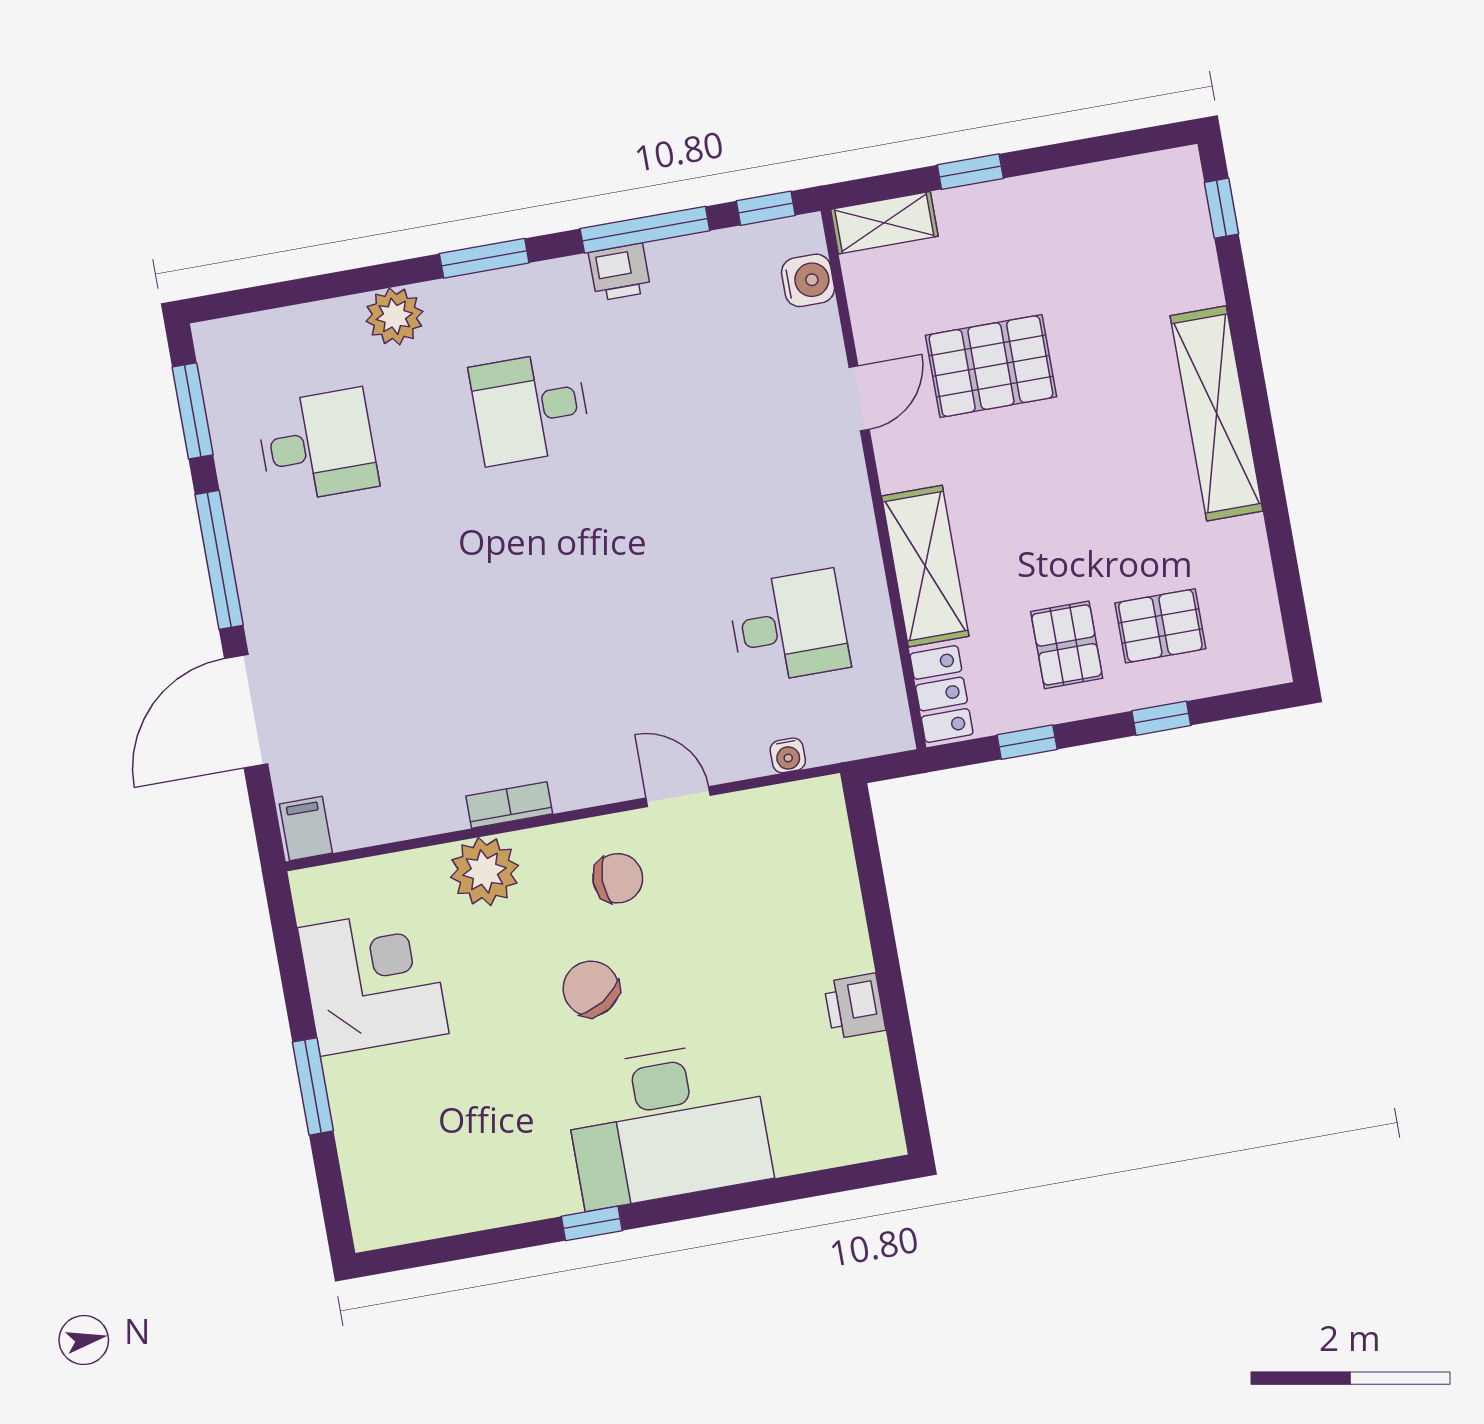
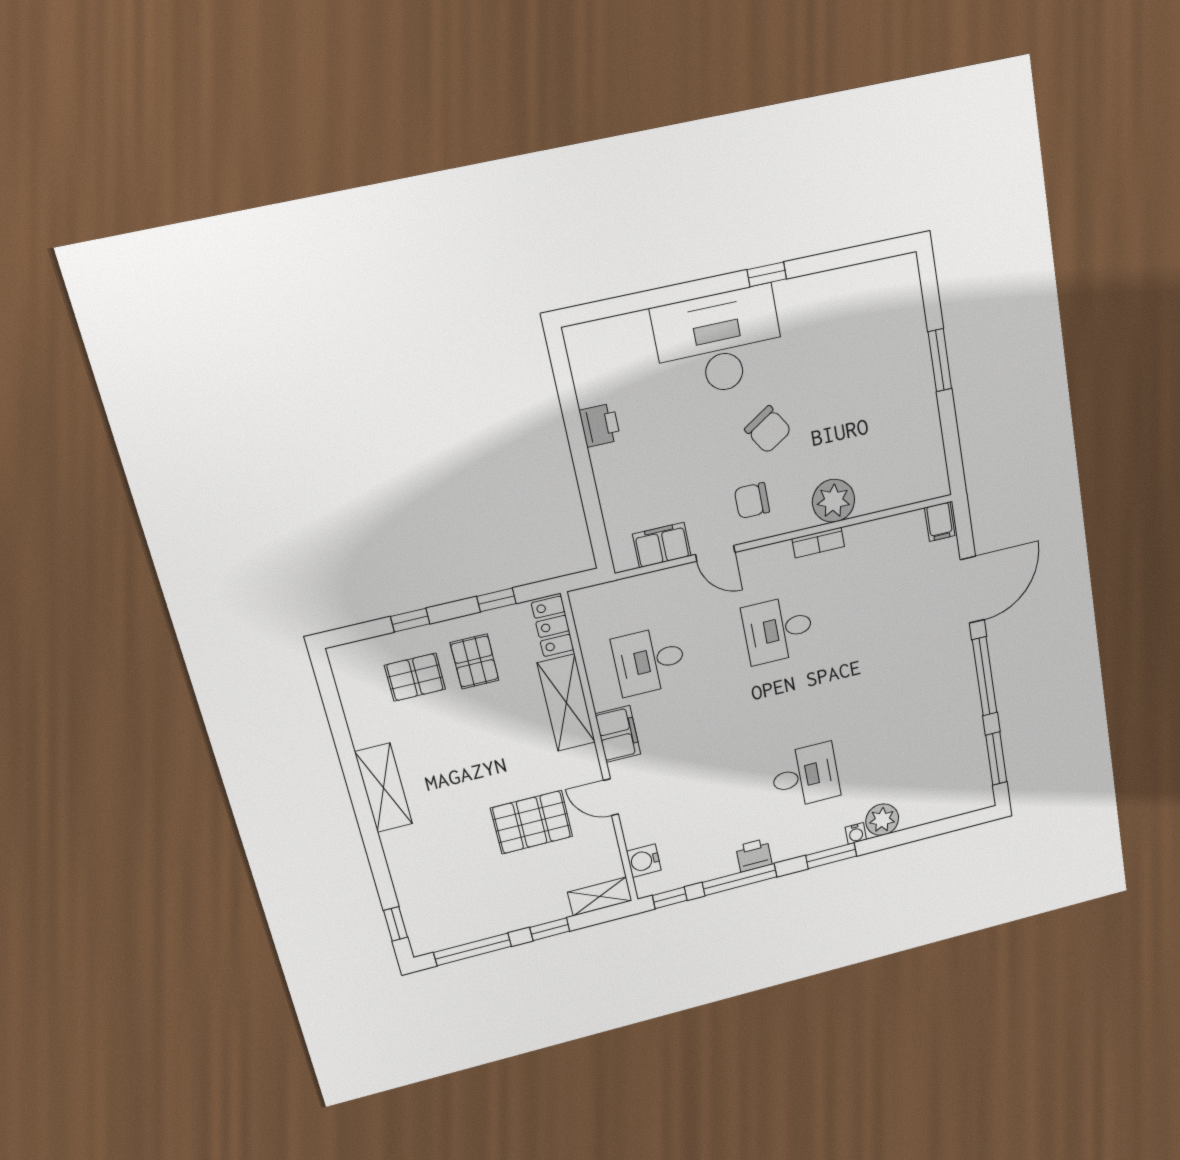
window: (1100, 149) -> (473, 949), added
door: (859, 398) -> (611, 797), hinge flipped
shelving: (1217, 413) -> (384, 788), width x0.68
desk: (317, 446) -> (778, 630), moved
filing cabinet: (844, 507) -> (618, 734), added
water cooler: (788, 755) -> (856, 833), moved, turned 180
filing cabinet: (764, 815) -> (662, 545), added
corner desk: (373, 981) -> (902, 429), removed

